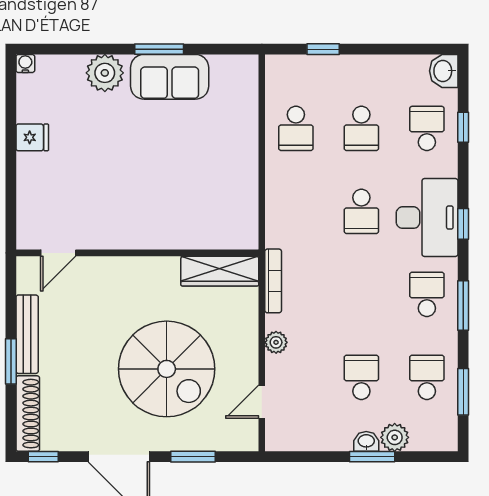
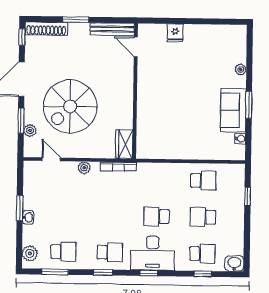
water cooler: (25, 64) -> (240, 139), moved
plant: (105, 73) -> (241, 69), width x0.53, depth x0.53
school desk: (296, 128) -> (203, 181), turned 180
fridge: (32, 137) -> (175, 33), moved
wardrobe: (220, 271) -> (124, 144), width x0.67
window: (463, 306) -> (103, 272), width x0.67
bench: (27, 334) -> (112, 29), moved
school desk: (361, 377) -> (64, 215), removed
plant: (395, 437) -> (30, 253), moved
plant: (211, 440) -> (30, 130), added
window: (372, 457) -> (20, 208), moved

